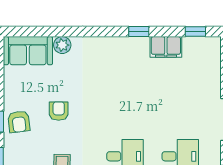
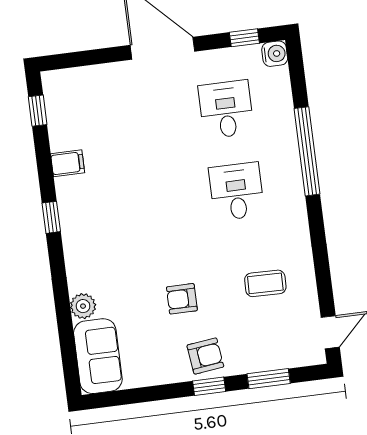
window: (139, 32) -> (51, 217), moved
filing cabinet: (166, 47) -> (68, 163), width x0.50

